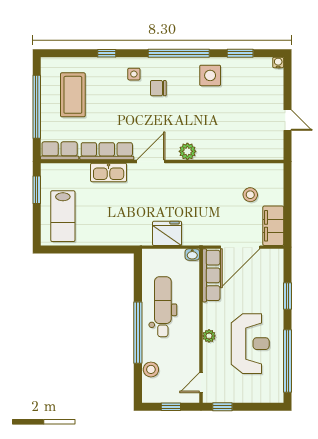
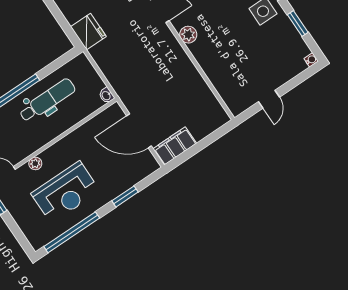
stool: (250, 195) -> (187, 110), removed
fridge: (167, 233) -> (88, 32), moved
row of seats: (211, 275) -> (100, 123), removed
plant: (209, 336) -> (35, 163), moved

